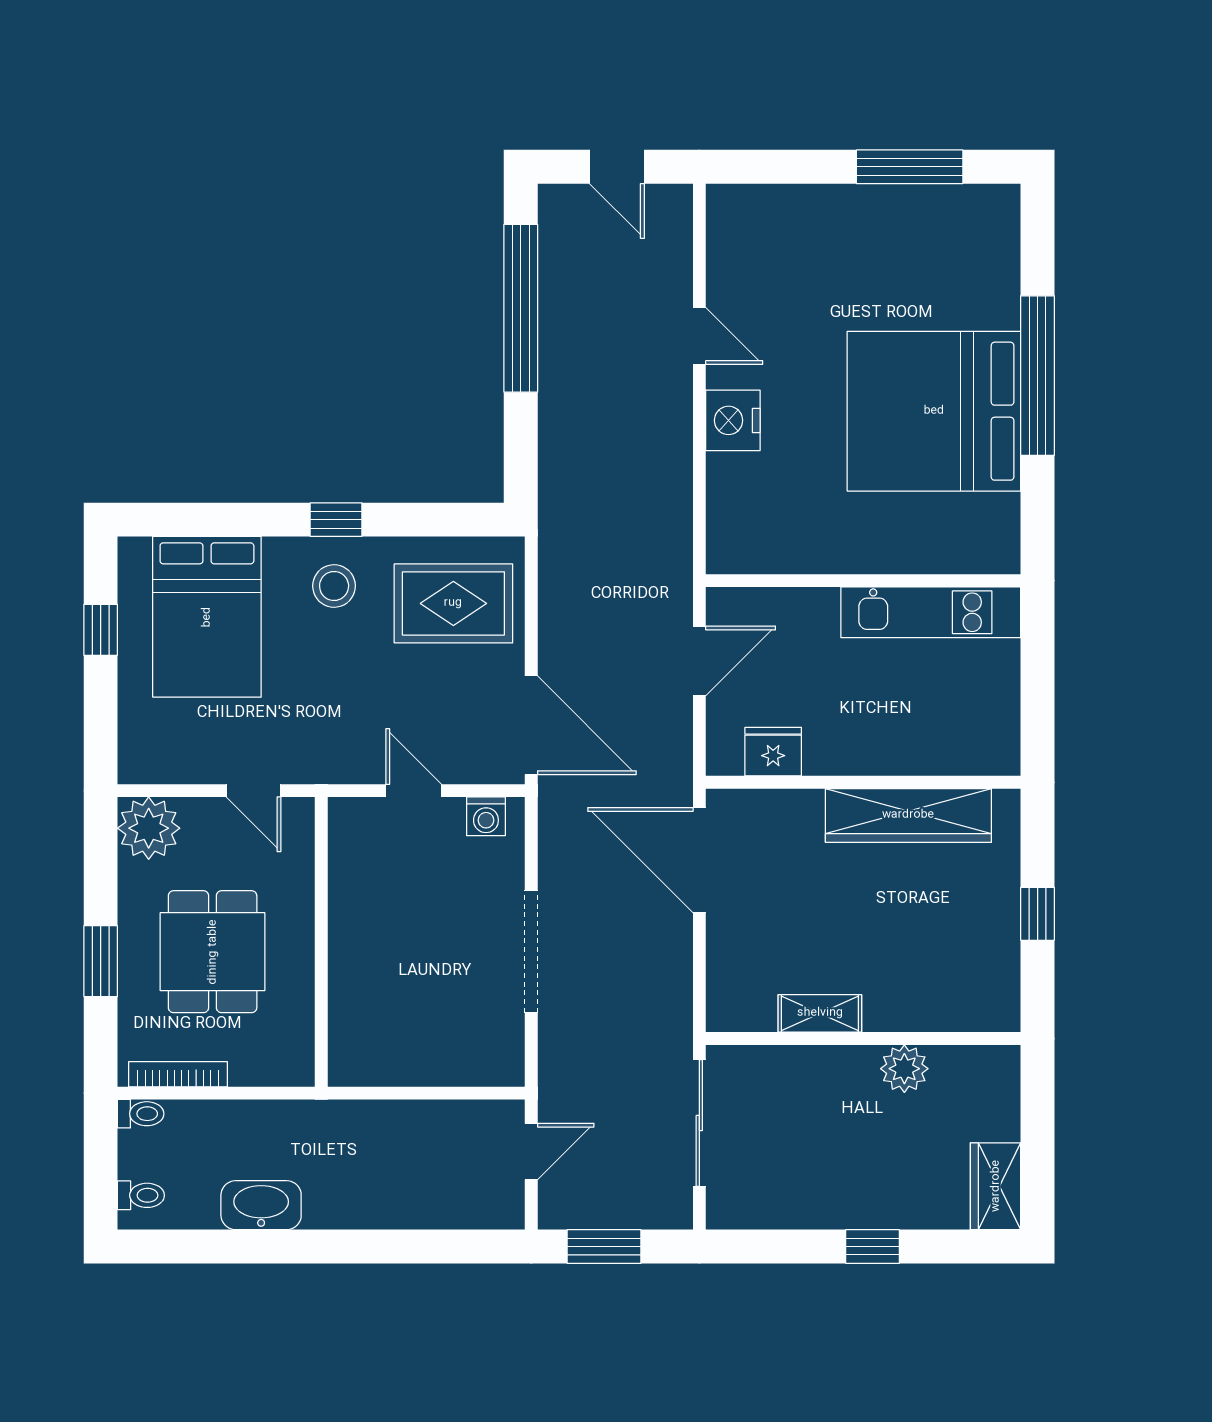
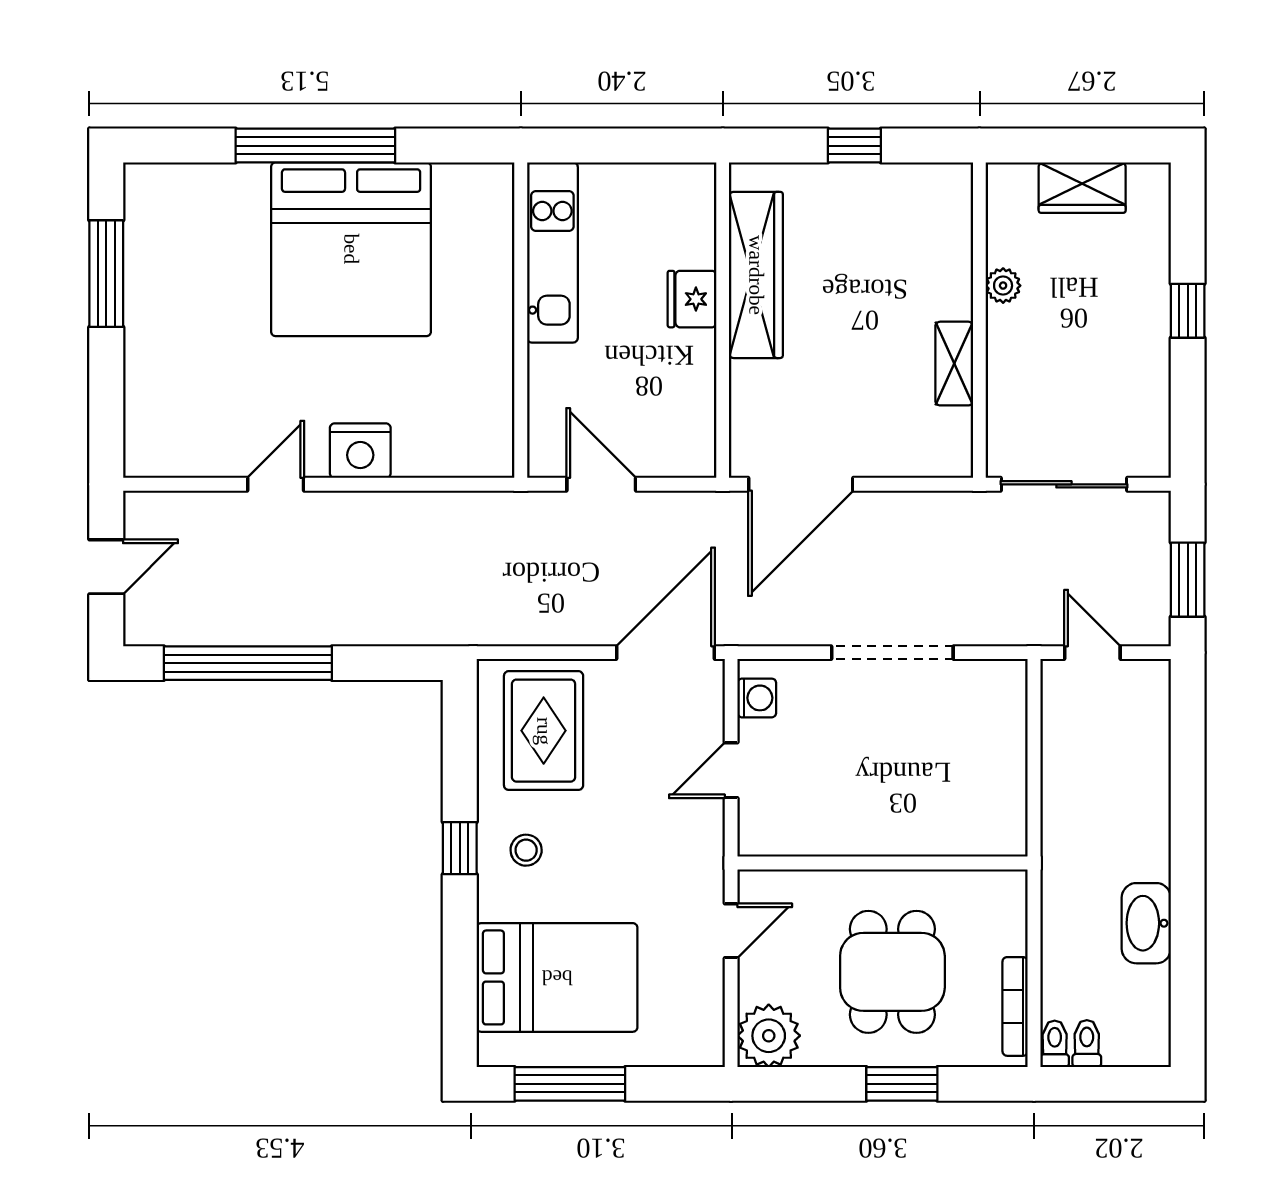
stool: (334, 586) -> (526, 850), width x0.73, depth x0.73
window: (101, 630) -> (570, 1084), width x2.17
fridge: (773, 752) -> (692, 299), moved
dining table: (213, 952) -> (892, 972), turned 90
plant: (904, 1069) -> (1003, 286), width x0.73, depth x0.73
wardrobe: (996, 1186) -> (1082, 188), moved
toilet: (141, 1195) -> (1087, 1044), moved

